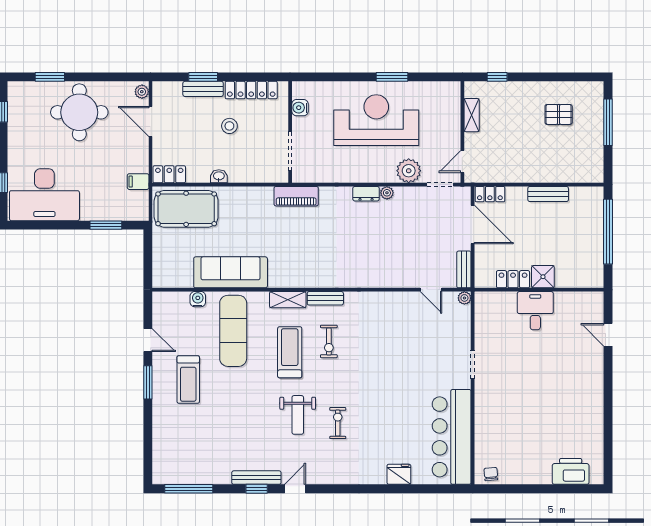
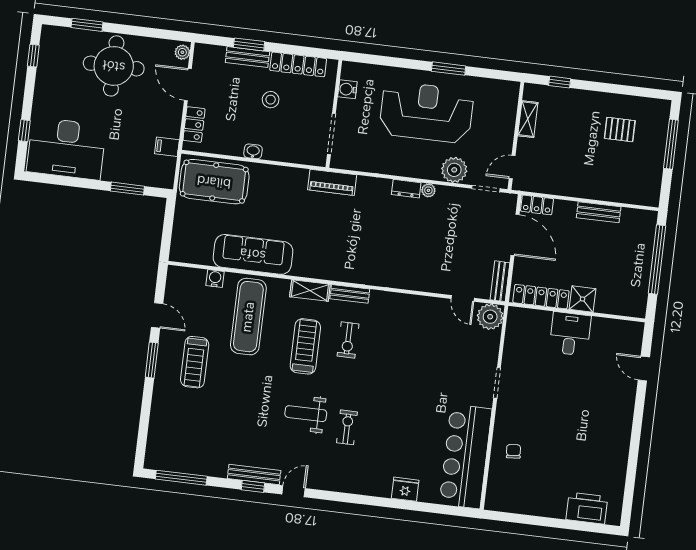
locker: (169, 174) -> (194, 125), moved, turned 90
locker: (513, 279) -> (541, 297), width x1.53
plant: (464, 298) -> (490, 317), width x1.88, depth x1.88
weight bench: (298, 415) -> (306, 414), turned 90
chair: (491, 474) -> (513, 451), moved

